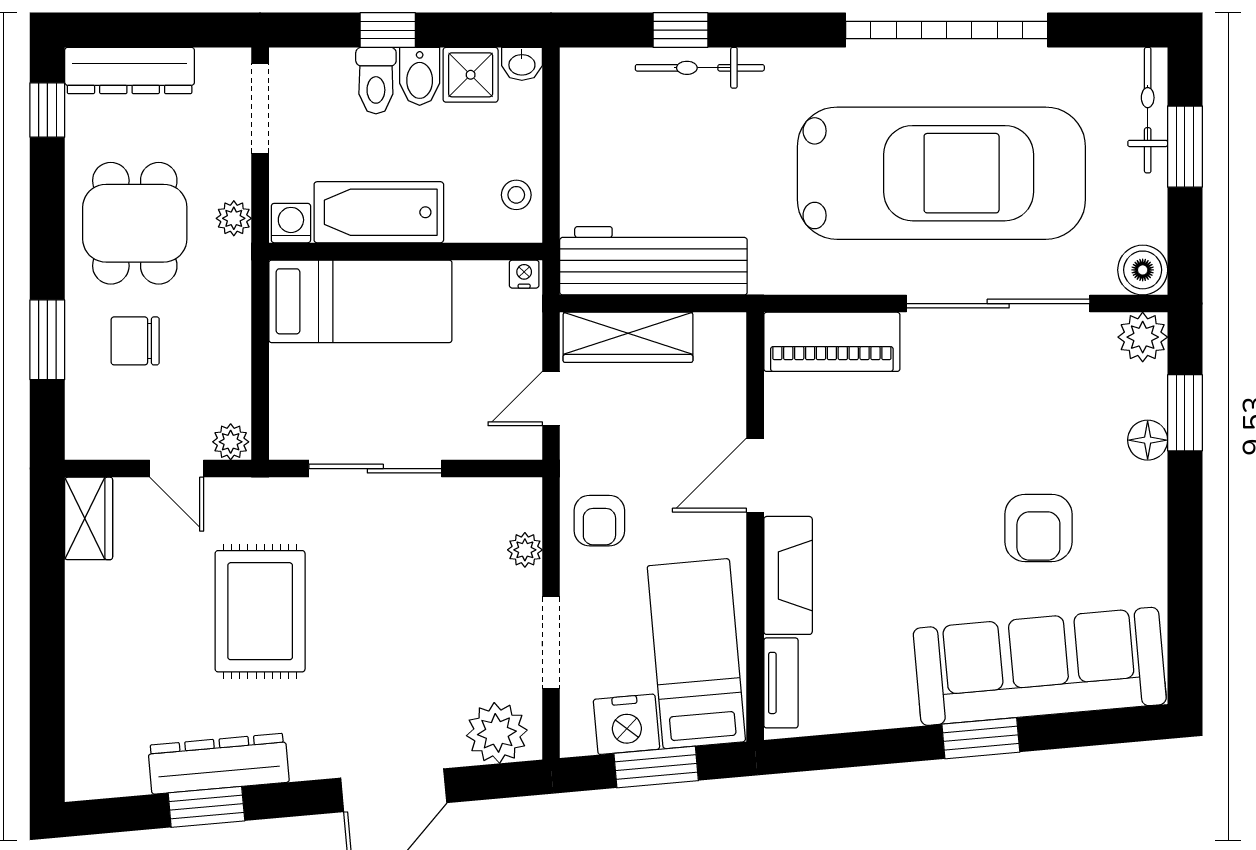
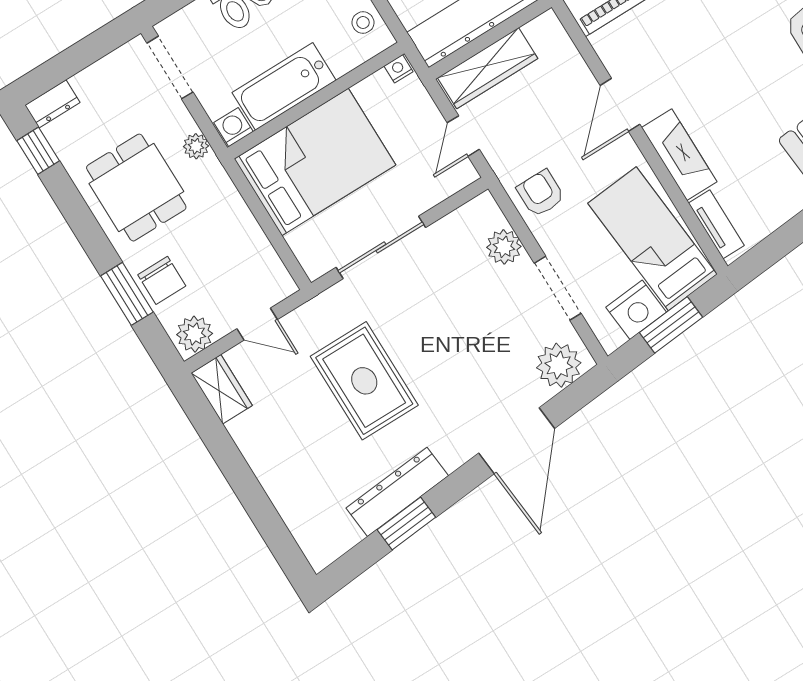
dresser: (130, 70) -> (52, 104), width x0.51, depth x0.80
bed: (360, 301) -> (315, 162), width x1.50
chair: (135, 341) -> (162, 280), moved, turned -90
plant: (231, 442) -> (195, 334), moved, width x1.38, depth x1.38
armchair: (599, 521) -> (541, 193), turned 180
plant: (525, 550) -> (504, 247), width x1.38, depth x1.38

